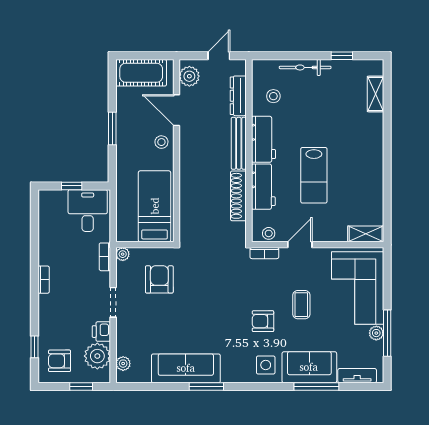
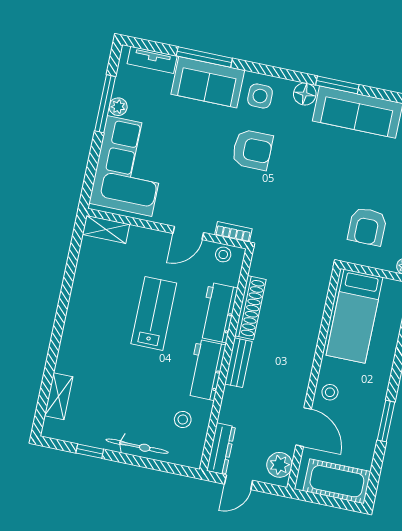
dresser: (238, 96) -> (221, 449), moved
bench: (239, 143) -> (238, 363), width x0.73
coffee table: (301, 305) -> (202, 160), removed
armchair: (263, 321) -> (252, 150), width x1.38, depth x1.38
floor lamp: (231, 374) -> (305, 94), added

